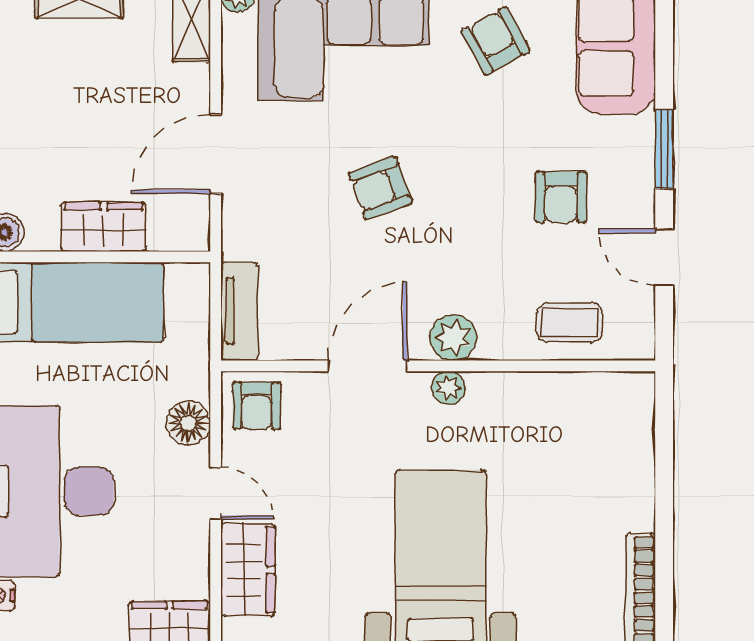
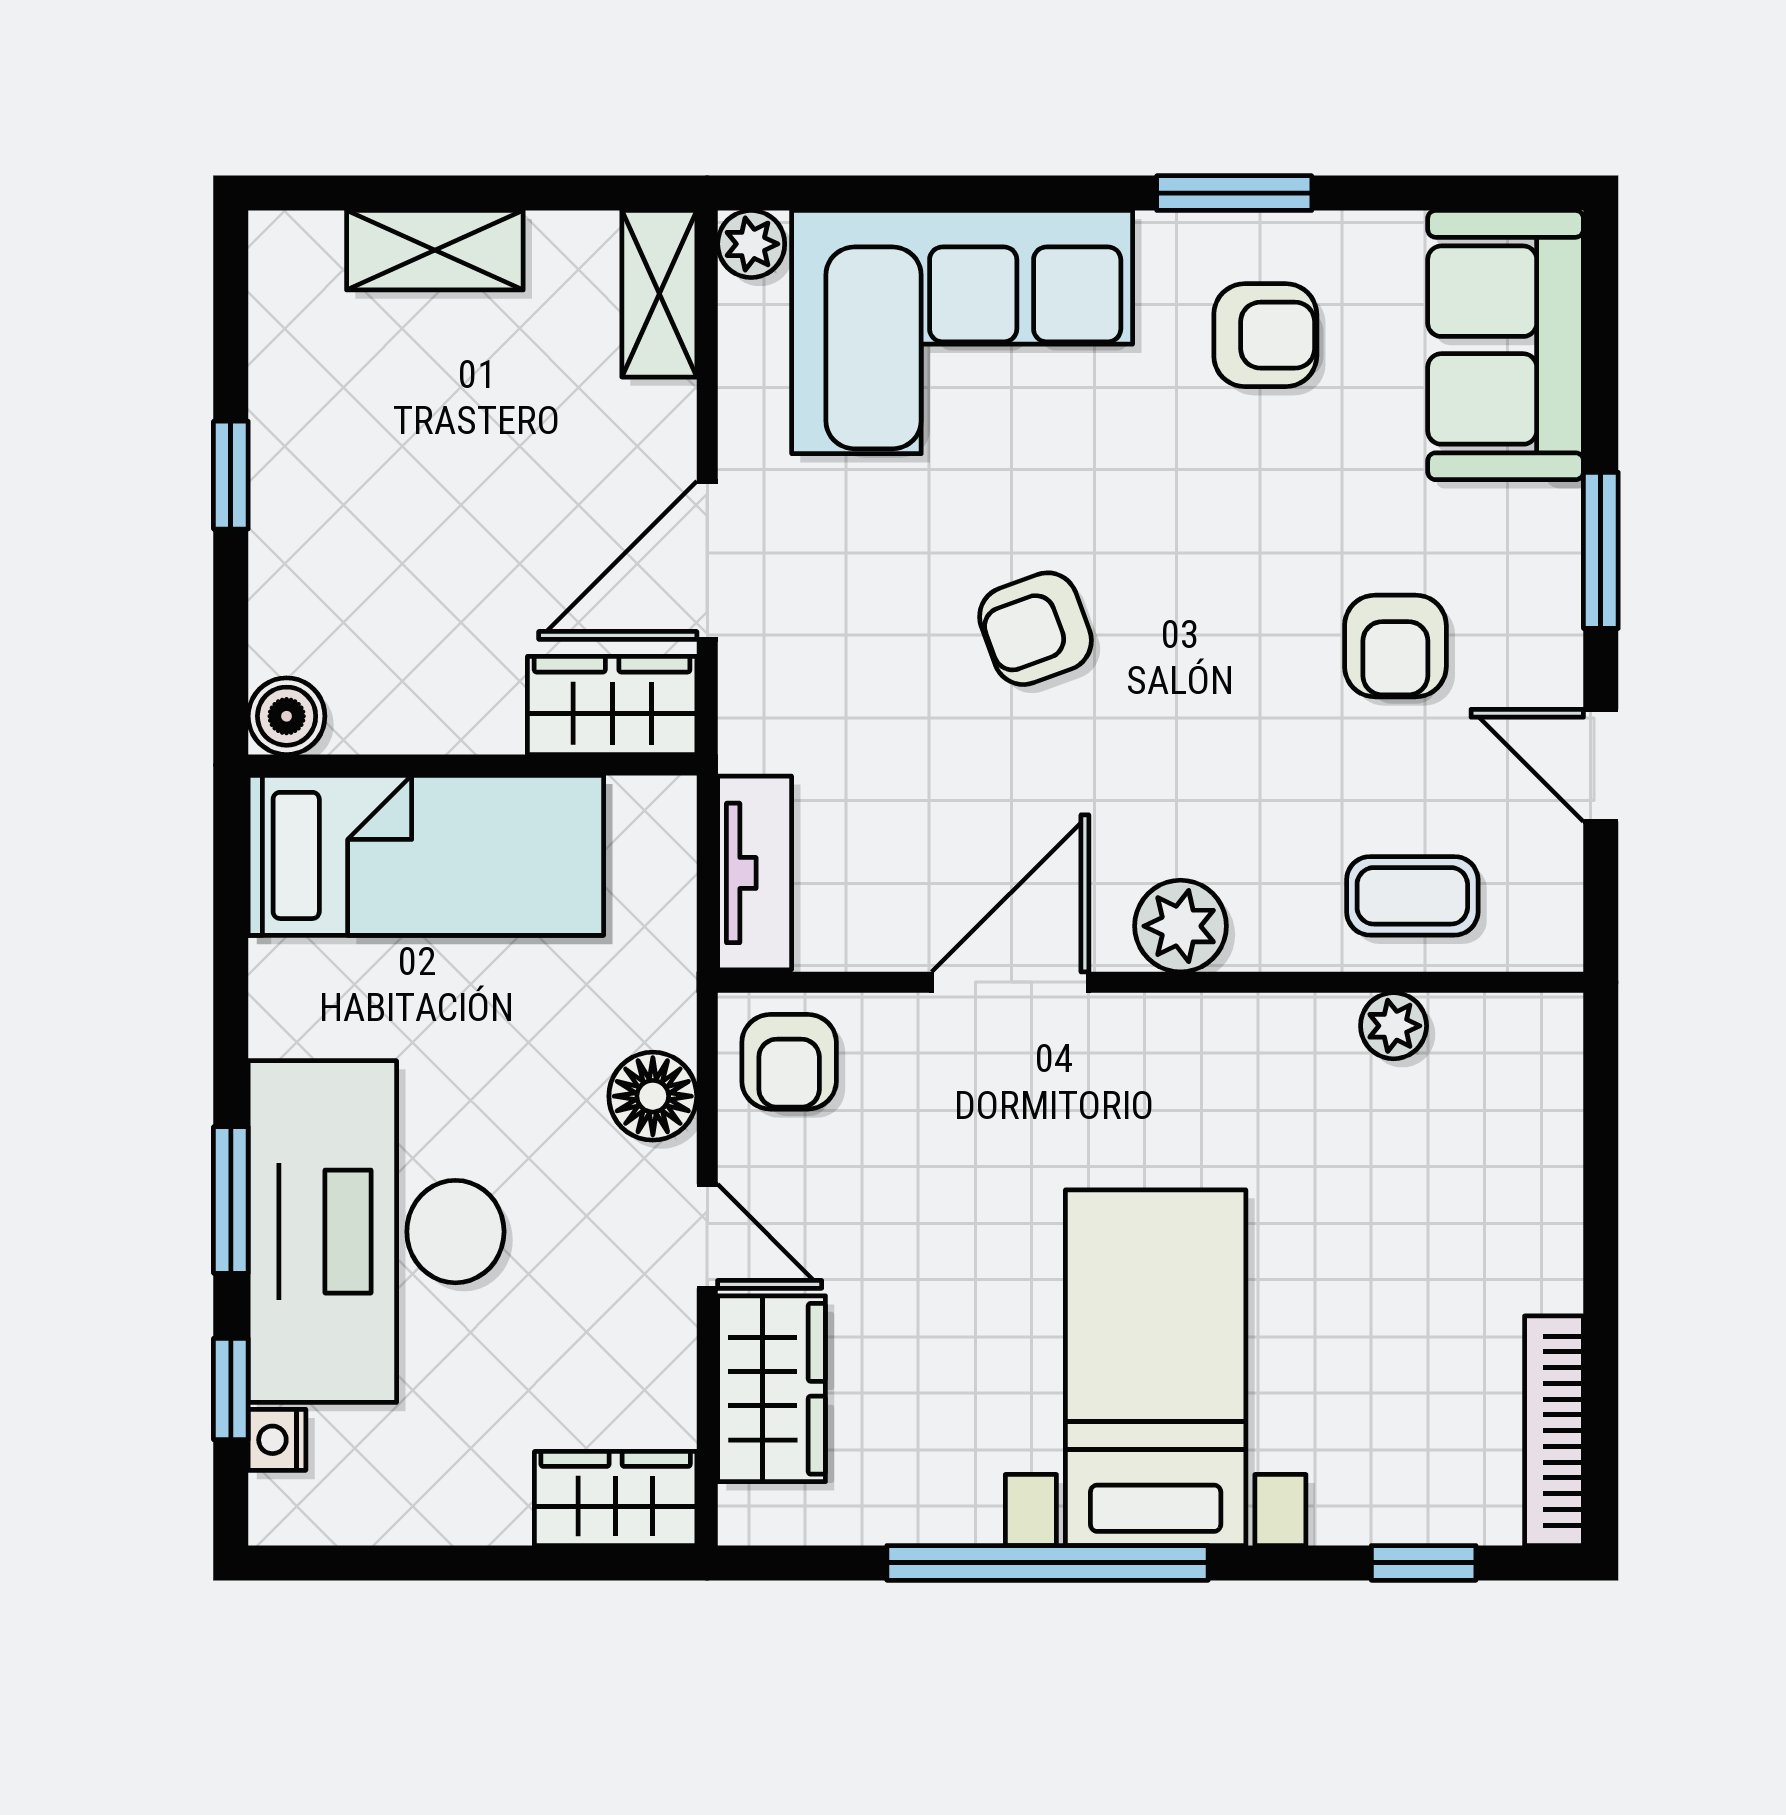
armchair: (496, 41) -> (1265, 335), turned 119
wardrobe: (104, 227) -> (612, 705), moved
plant: (448, 388) -> (1394, 1026), moved

